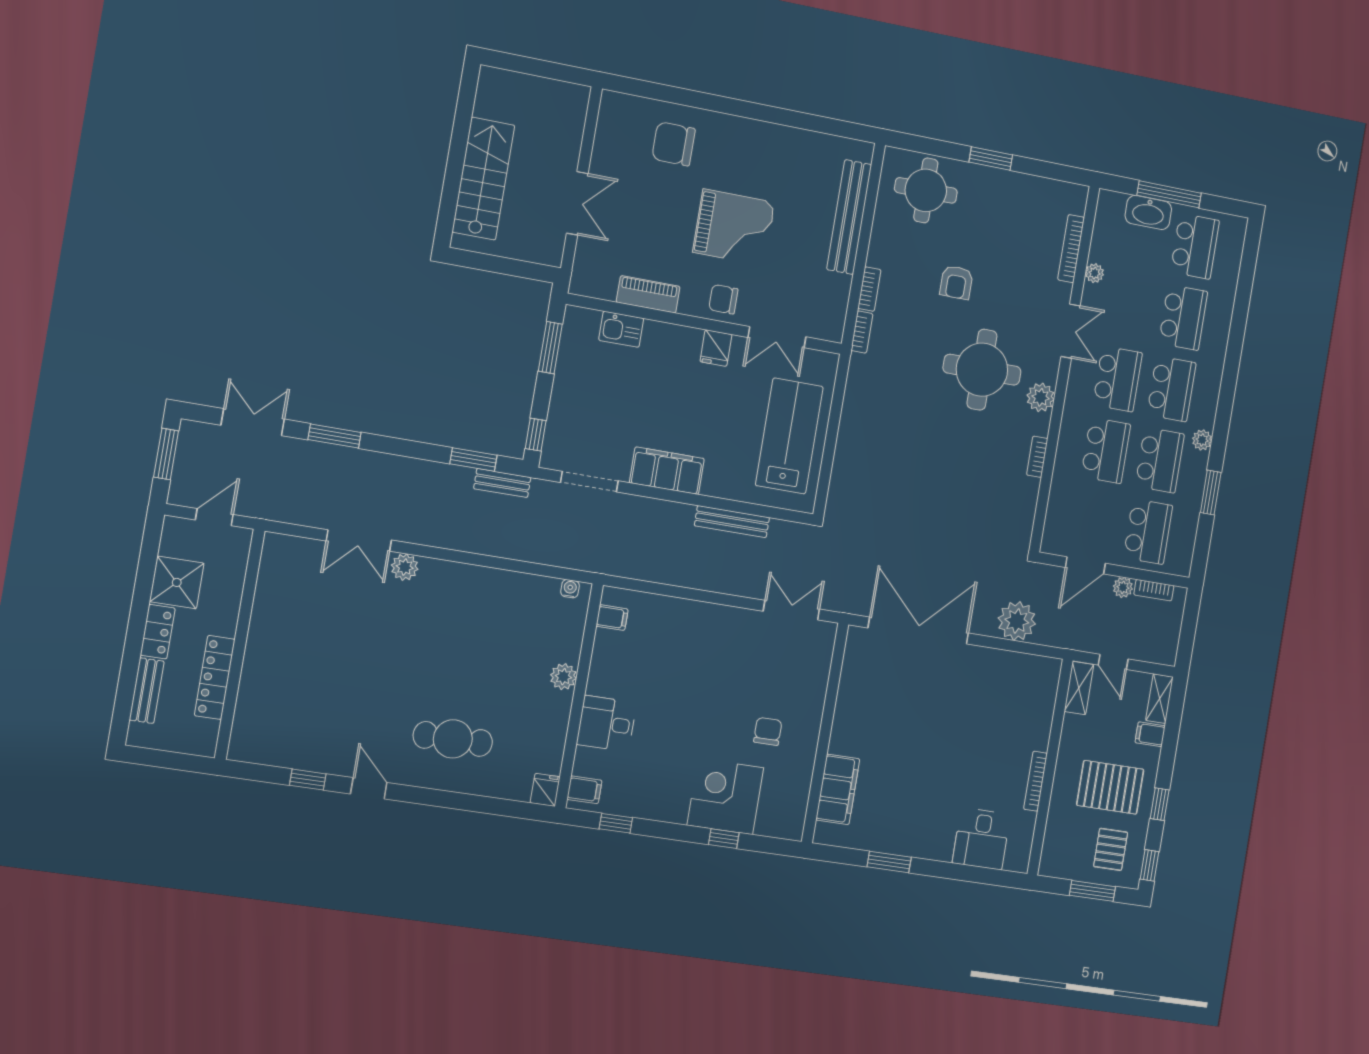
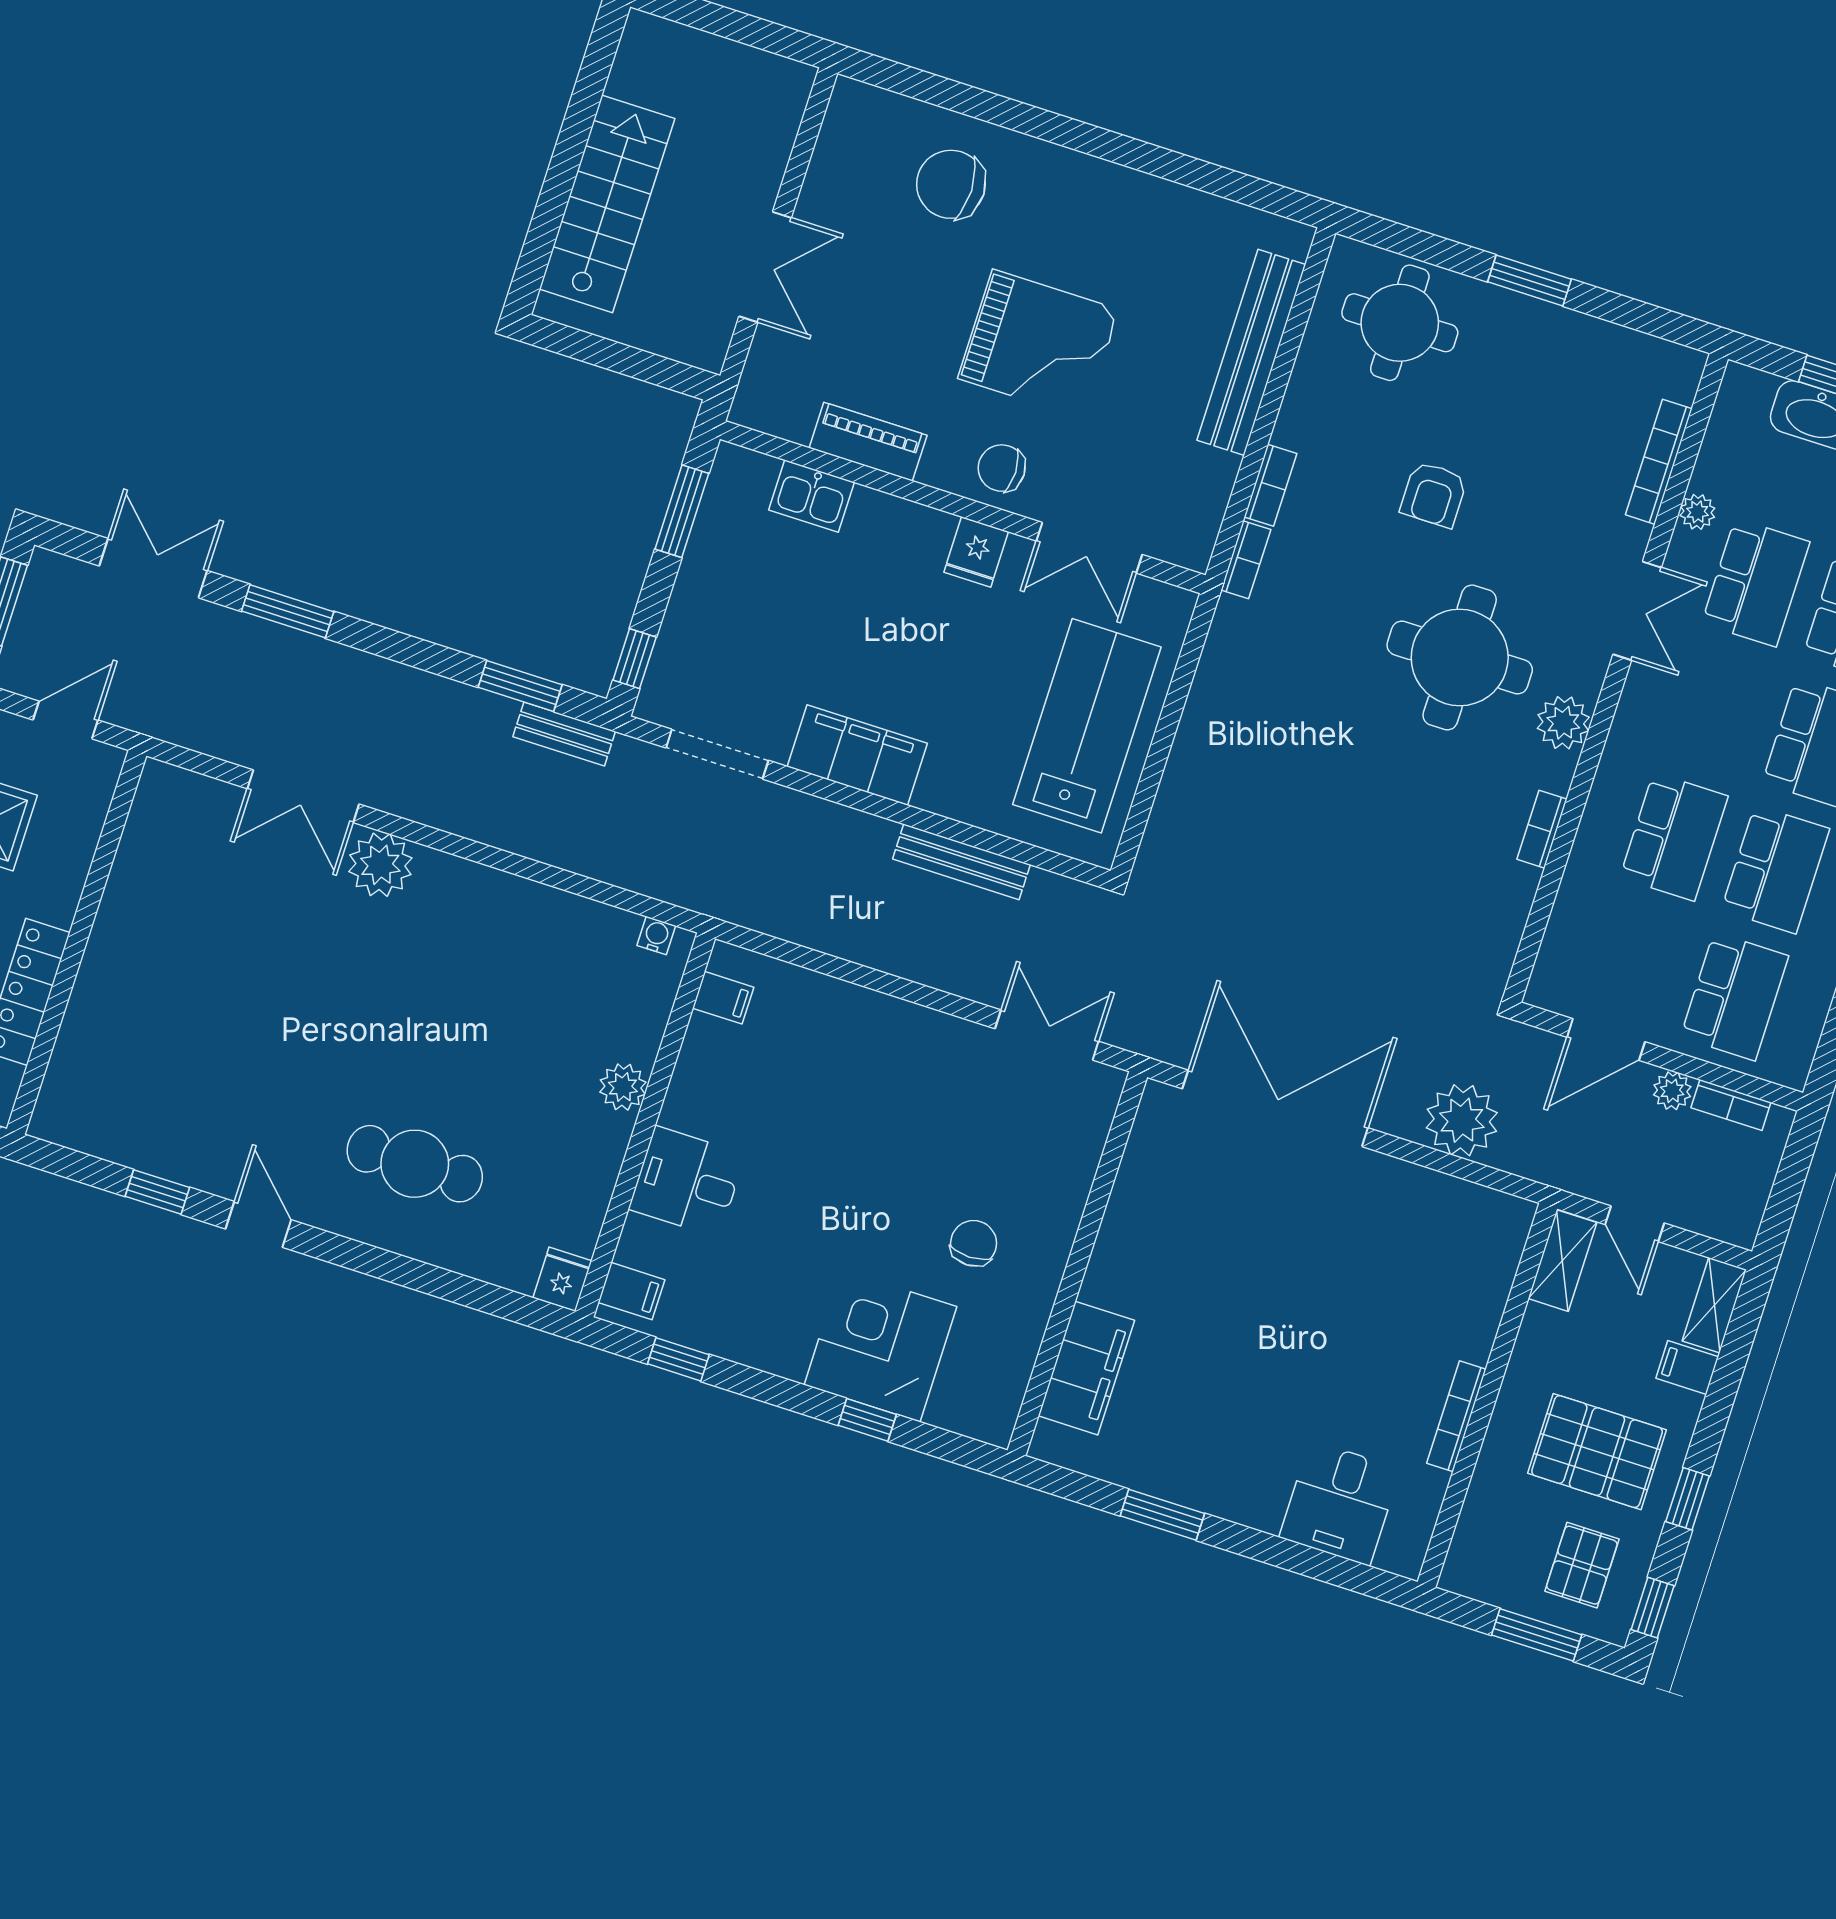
school desk: (1118, 379) -> (1756, 583), moved
plant: (405, 567) -> (380, 865), width x1.36, depth x1.36

